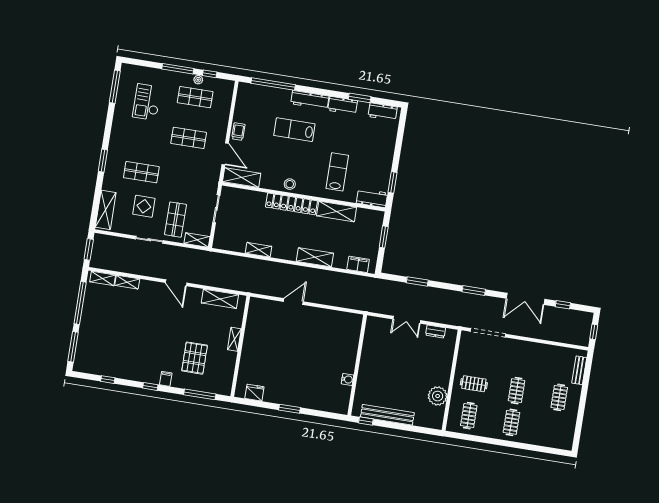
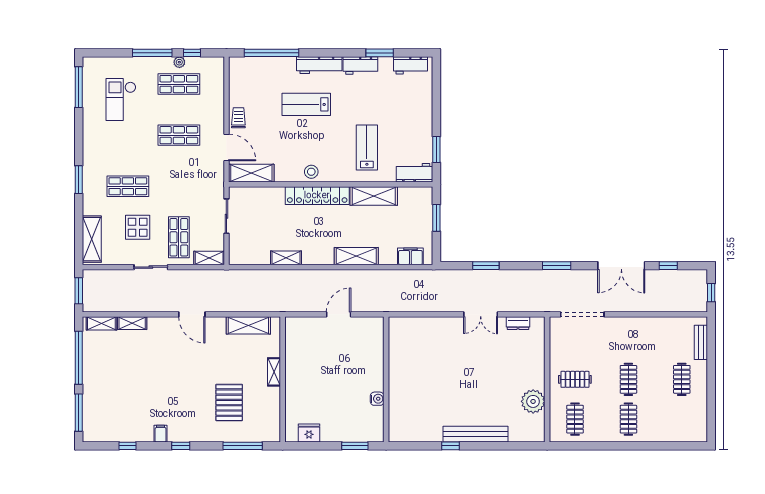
wall: (357, 365) -> (386, 379), moved
filing cabinet: (166, 379) -> (161, 434), moved
water cooler: (348, 379) -> (377, 399), moved

